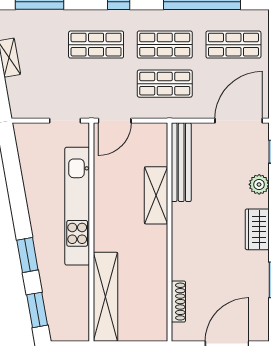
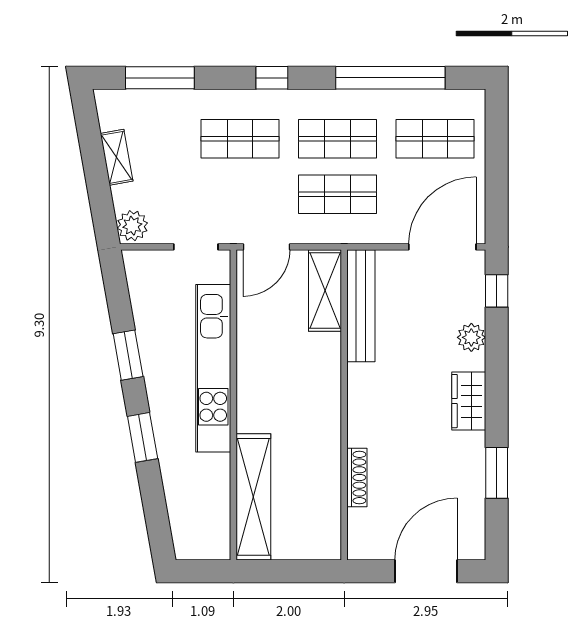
plant: (20, 106) -> (132, 226), added
shelving: (156, 195) -> (325, 291), moved
shoe rack: (178, 302) -> (357, 478), moved
window: (37, 310) -> (128, 355), moved

